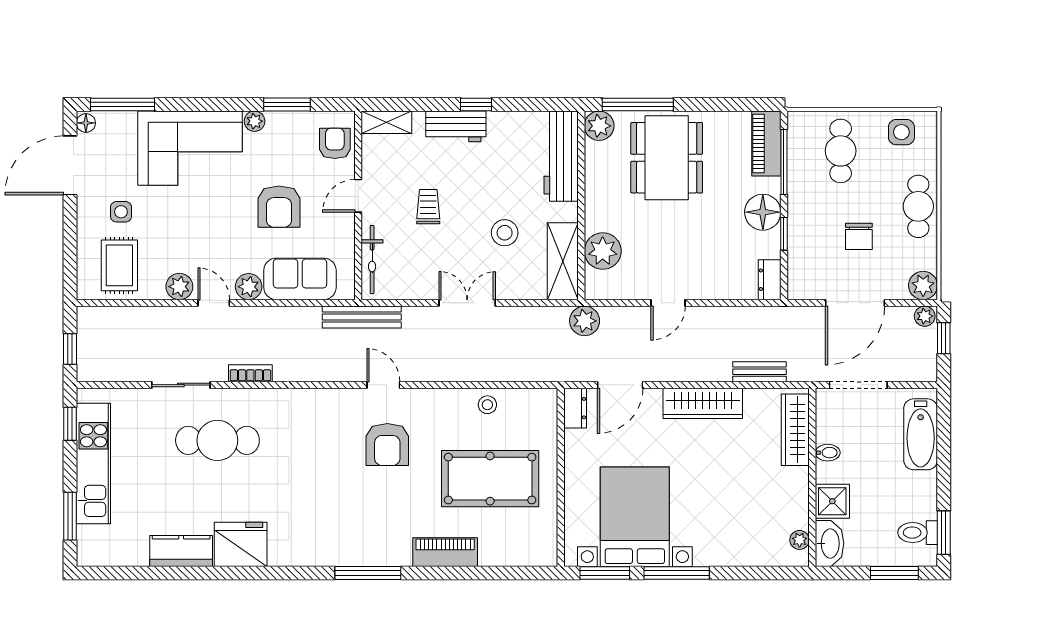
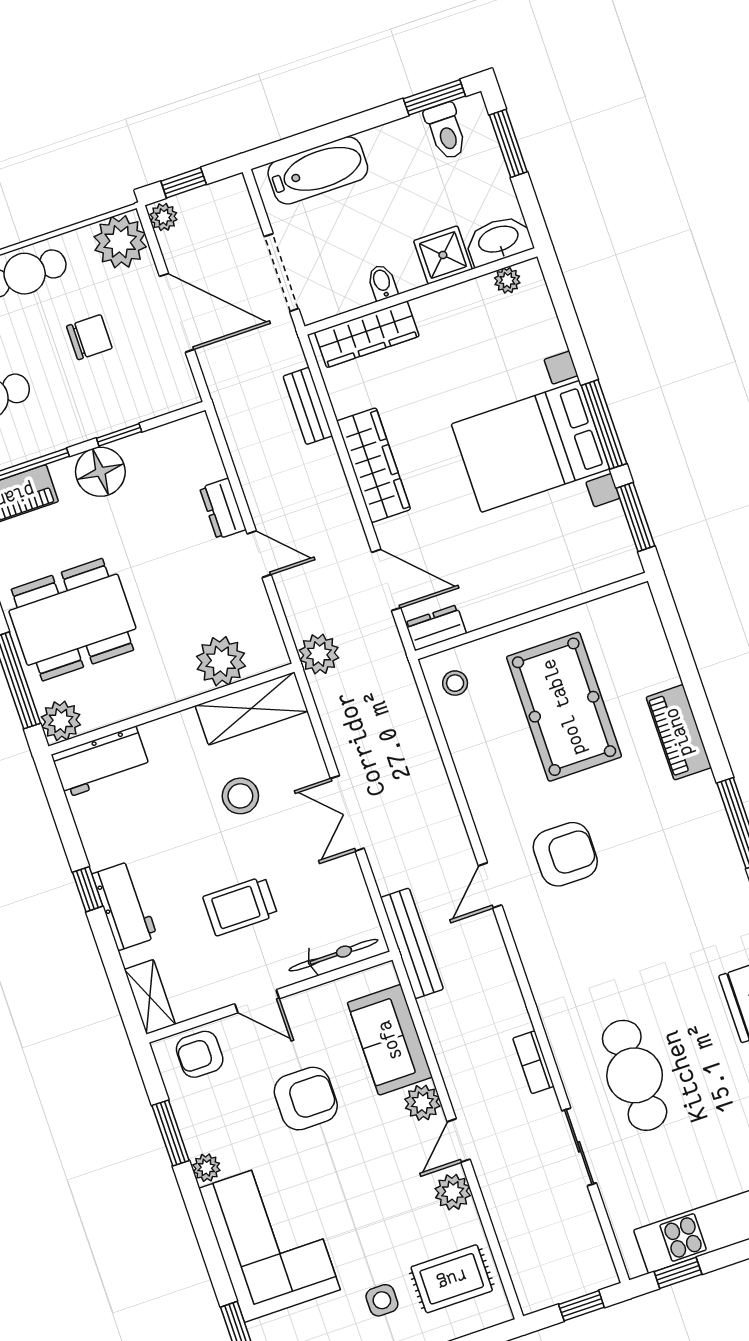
workbench: (561, 156) -> (101, 762), width x0.73
trolley: (428, 207) -> (240, 906), width x1.36, depth x1.39
dresser: (770, 280) -> (223, 509), moved, turned 90
plant: (923, 285) -> (120, 242), width x1.36, depth x1.36
stool: (487, 405) -> (455, 683), moved
bed with nightstands: (635, 517) -> (531, 446), moved

